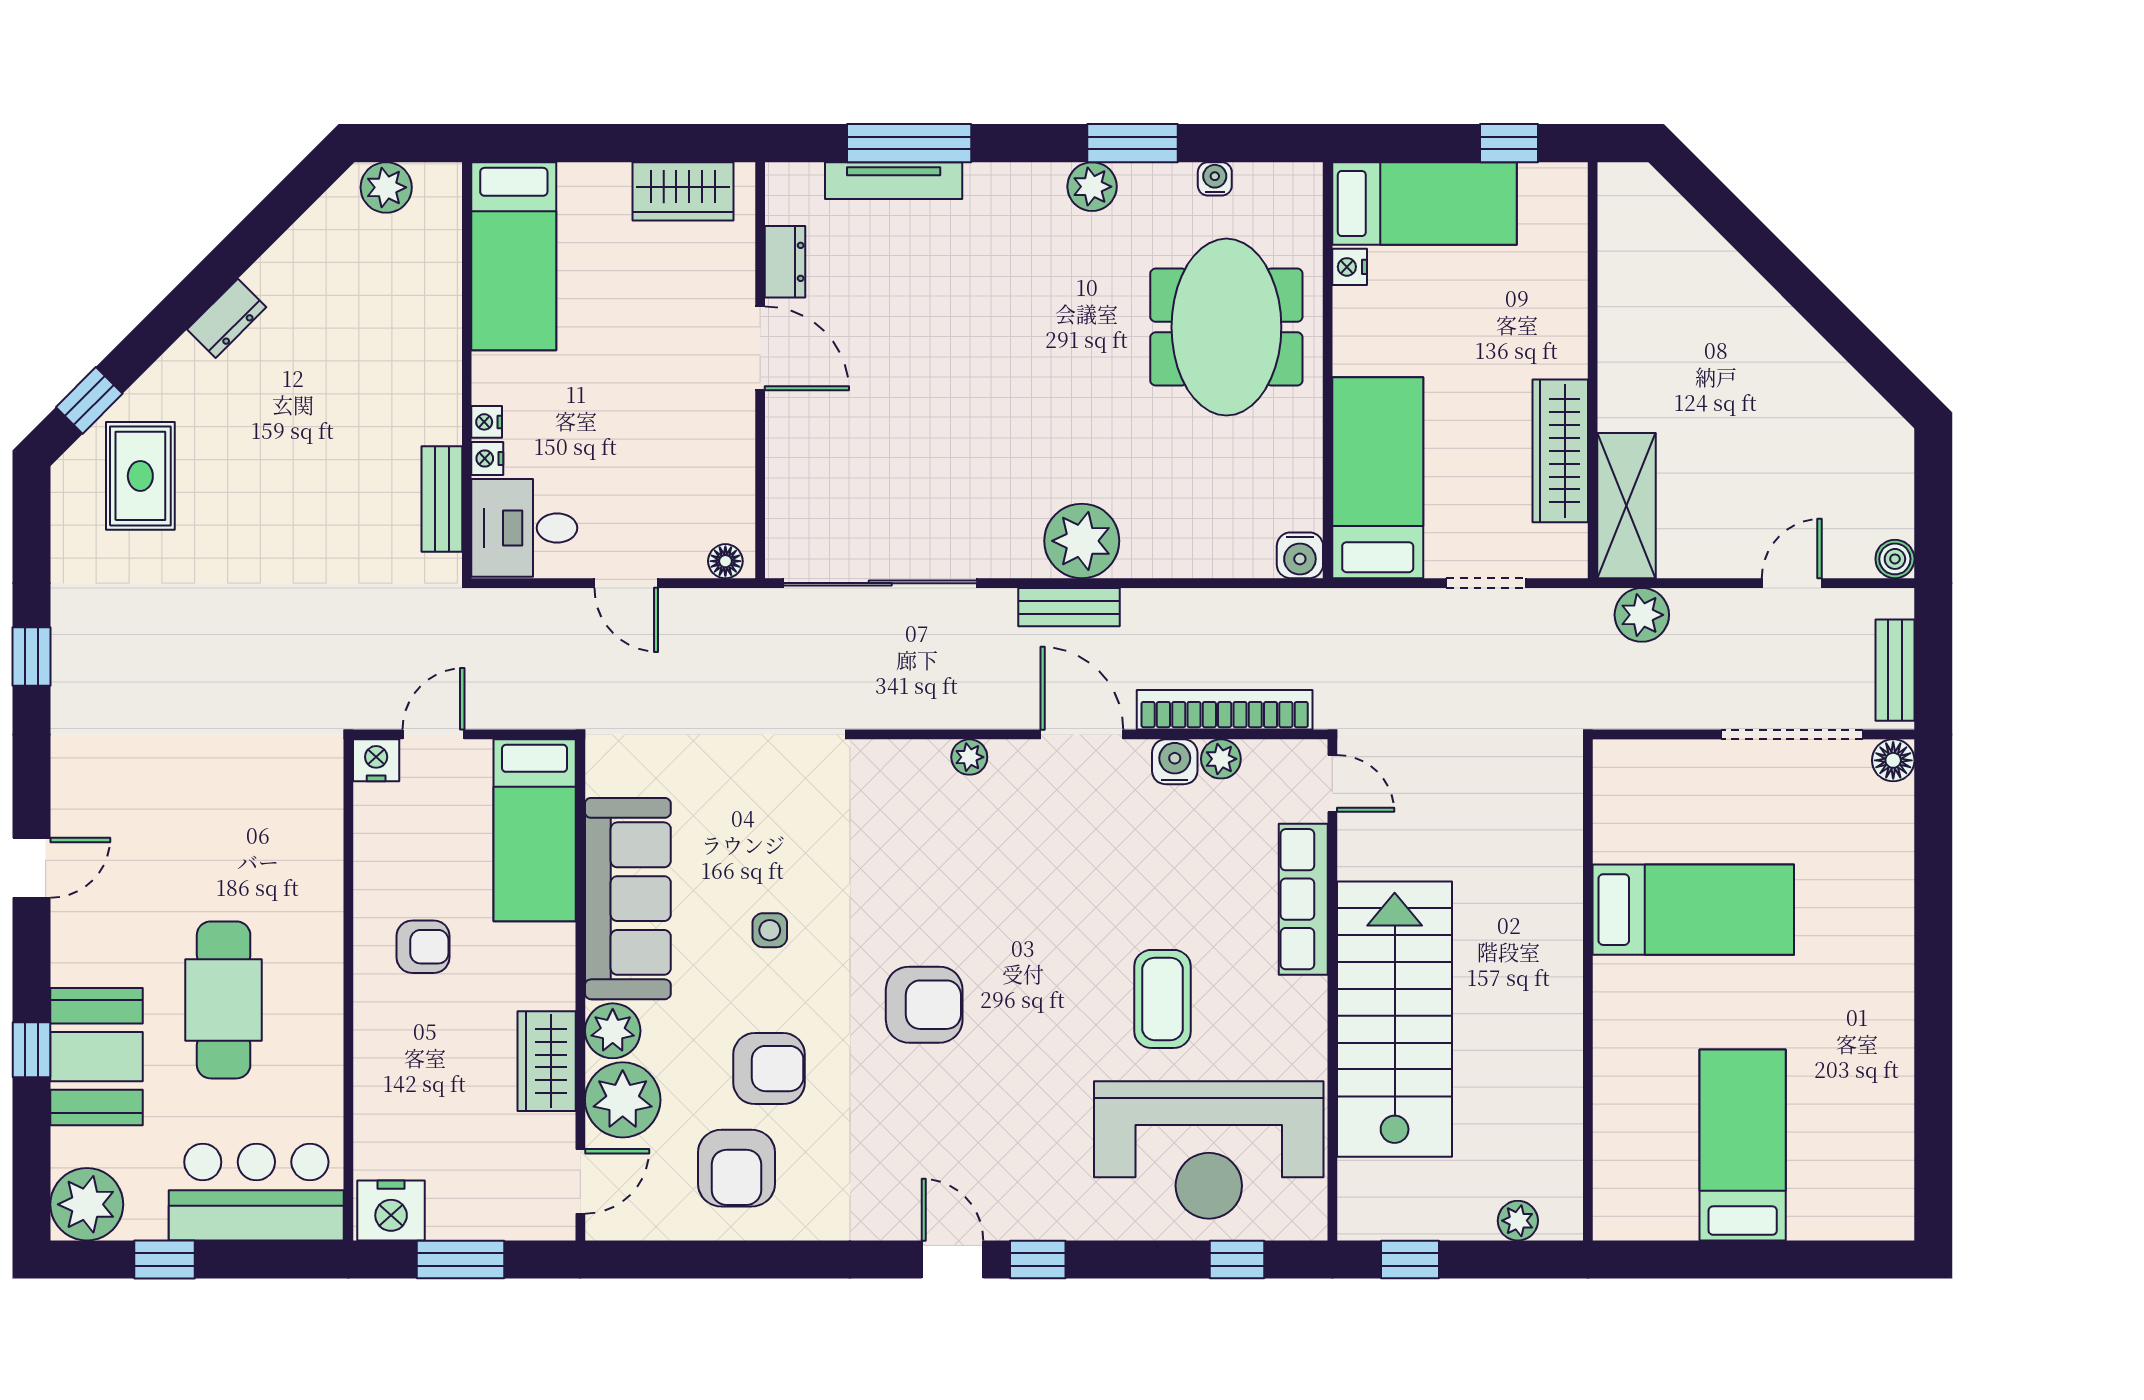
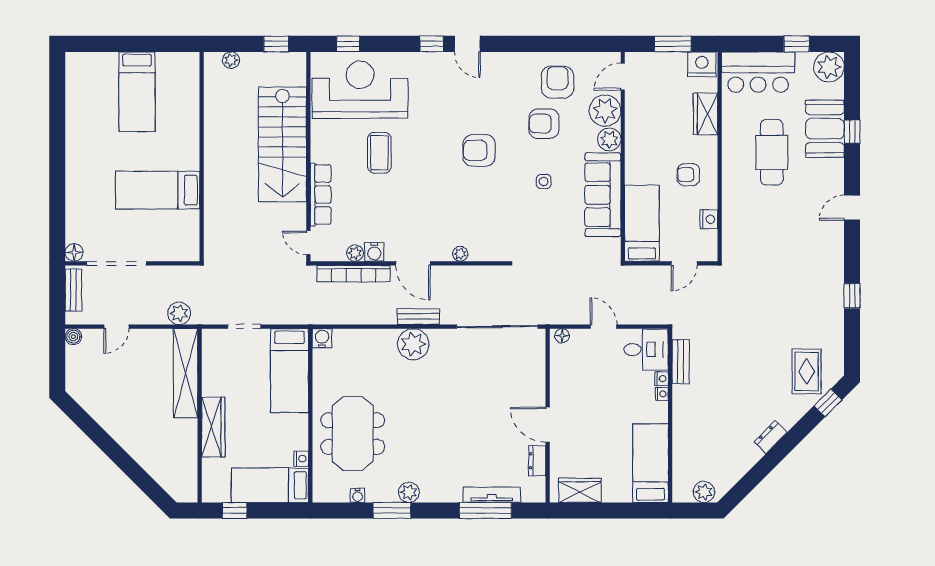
wardrobe: (1560, 451) -> (213, 427), moved
shelving: (1626, 506) -> (186, 373), width x1.47
nightstand: (376, 760) -> (709, 219), moved, turned -90
wardrobe: (547, 1061) -> (706, 114), moved, turned 180

